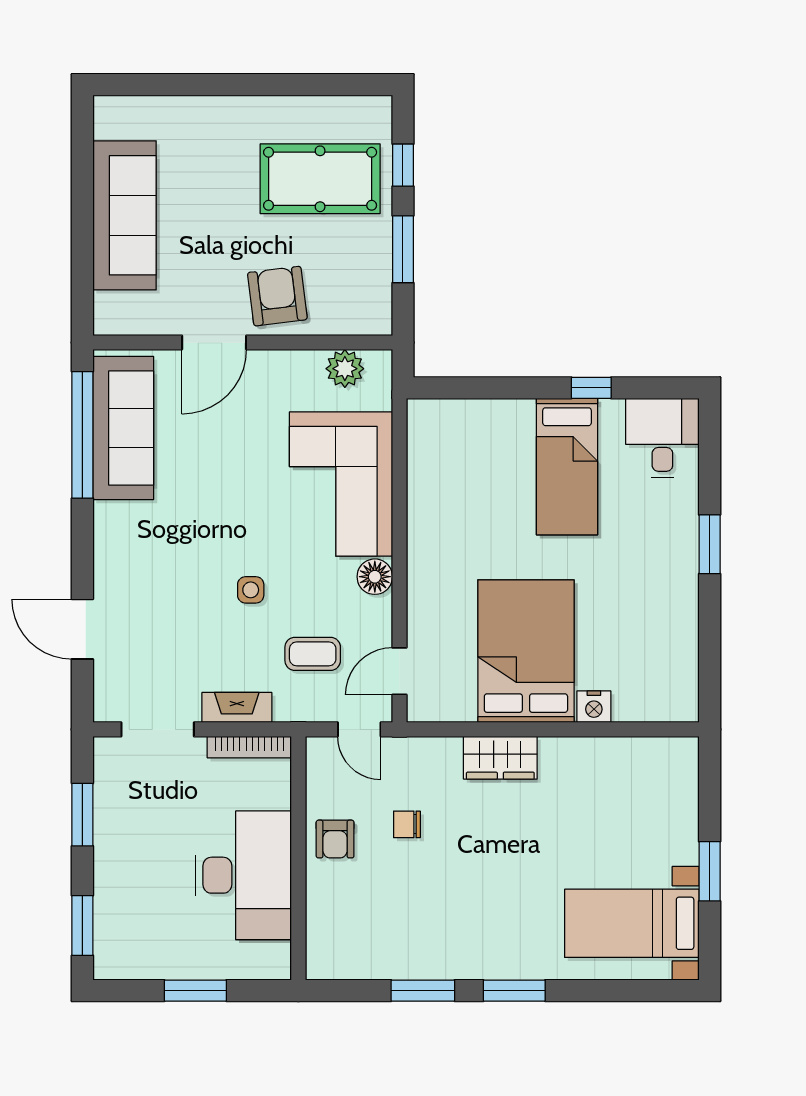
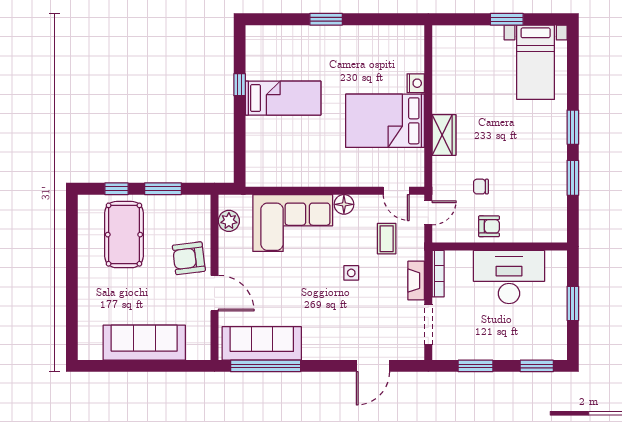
desk: (662, 438) -> (267, 45), removed
chair: (407, 824) -> (481, 187), turned 90

